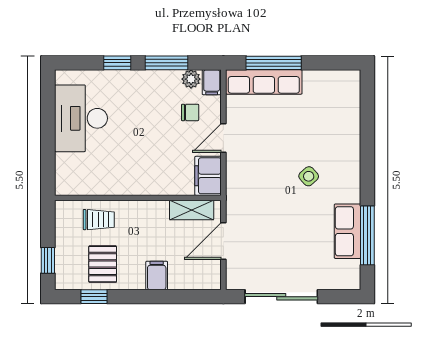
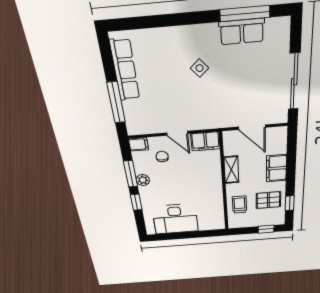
plant: (191, 79) -> (143, 180), moved
row of seats: (264, 82) -> (125, 70), moved
shelving: (192, 210) -> (231, 170), moved
filing cabinet: (157, 276) -> (276, 168), width x2.00

